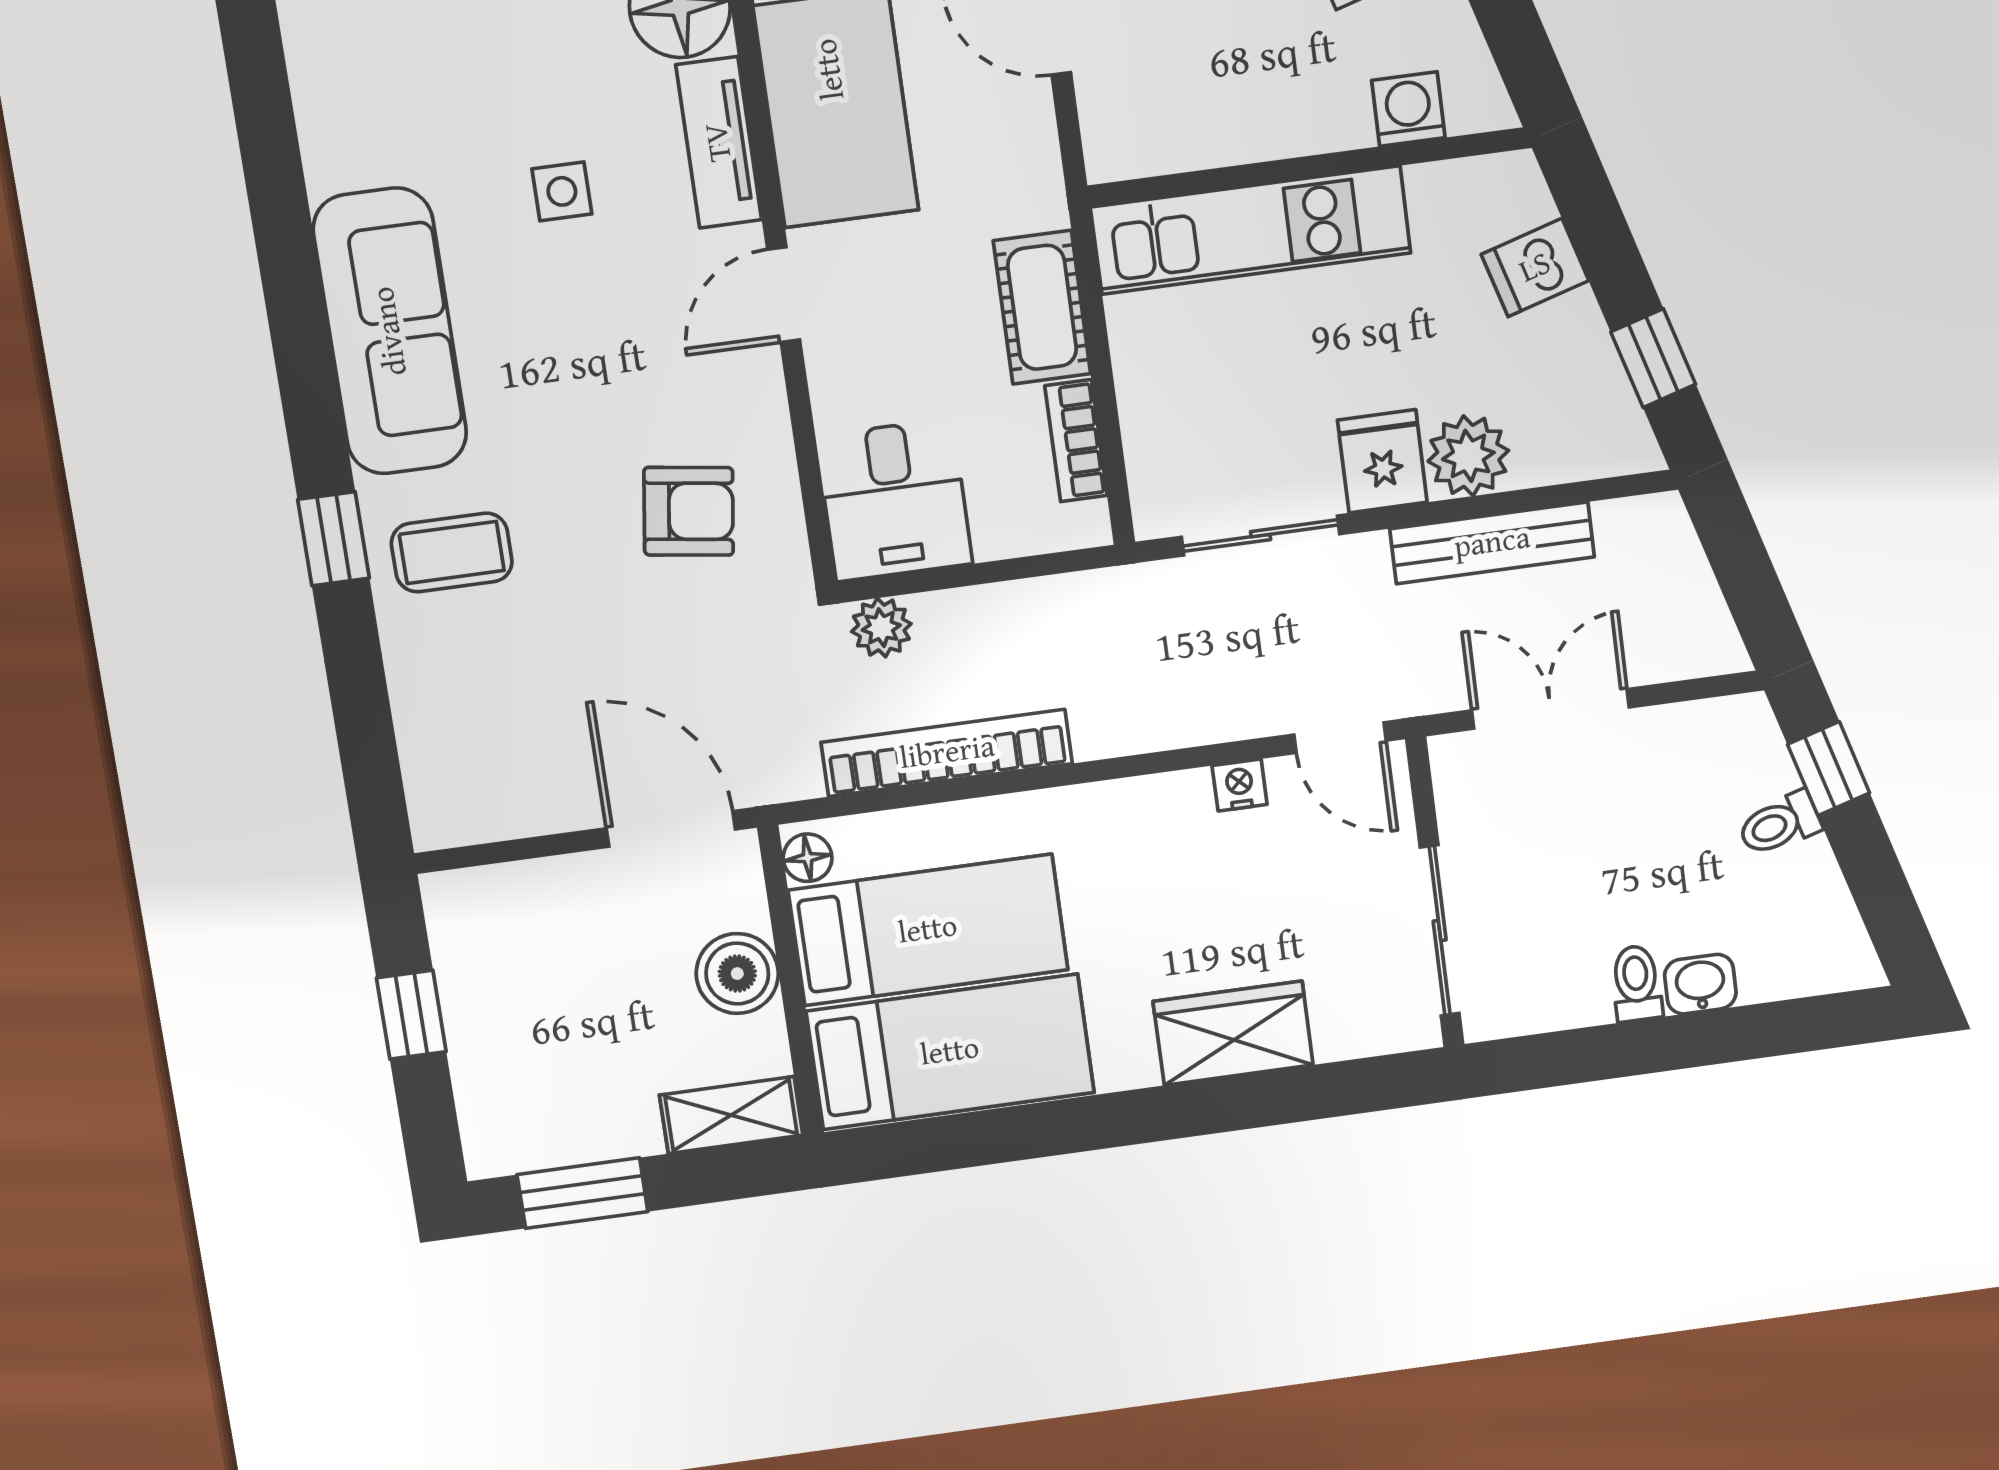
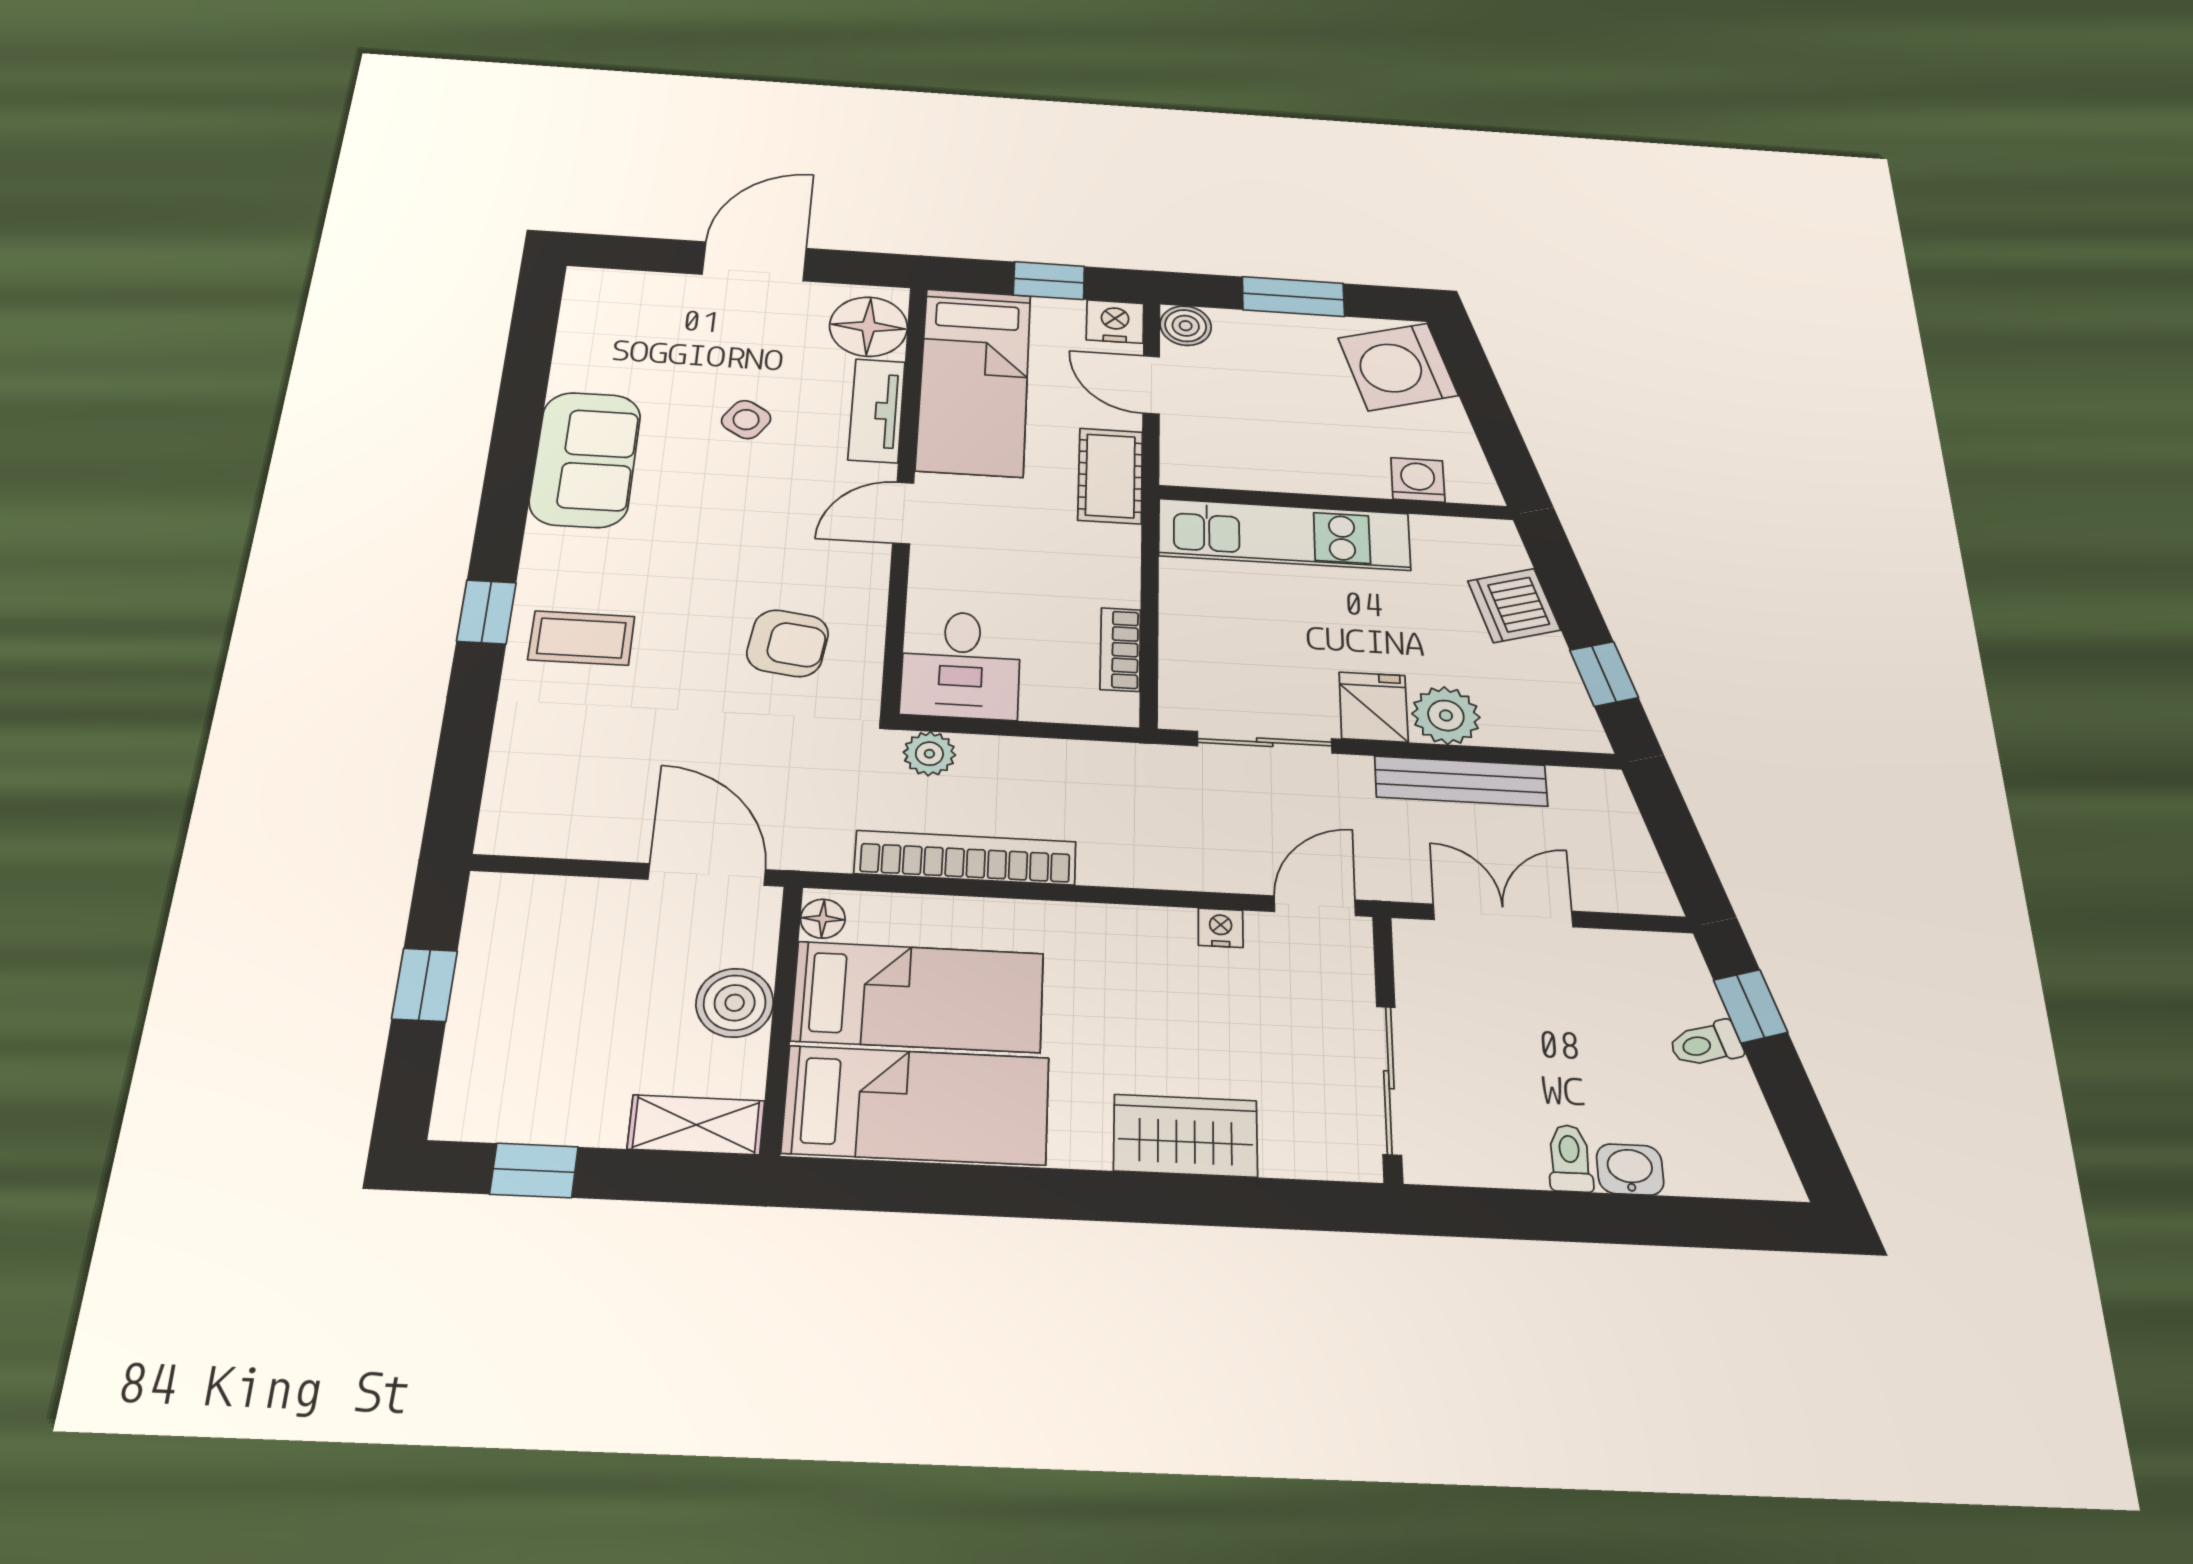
side table: (562, 191) -> (746, 420), turned 33
dishwasher: (1535, 268) -> (1514, 605), width x1.38
cot: (1042, 307) -> (1110, 476), moved
sofa: (390, 331) -> (585, 459), width x0.73
door: (1340, 738) -> (1315, 906), swing flipped
window: (582, 1193) -> (534, 1170), width x0.67

